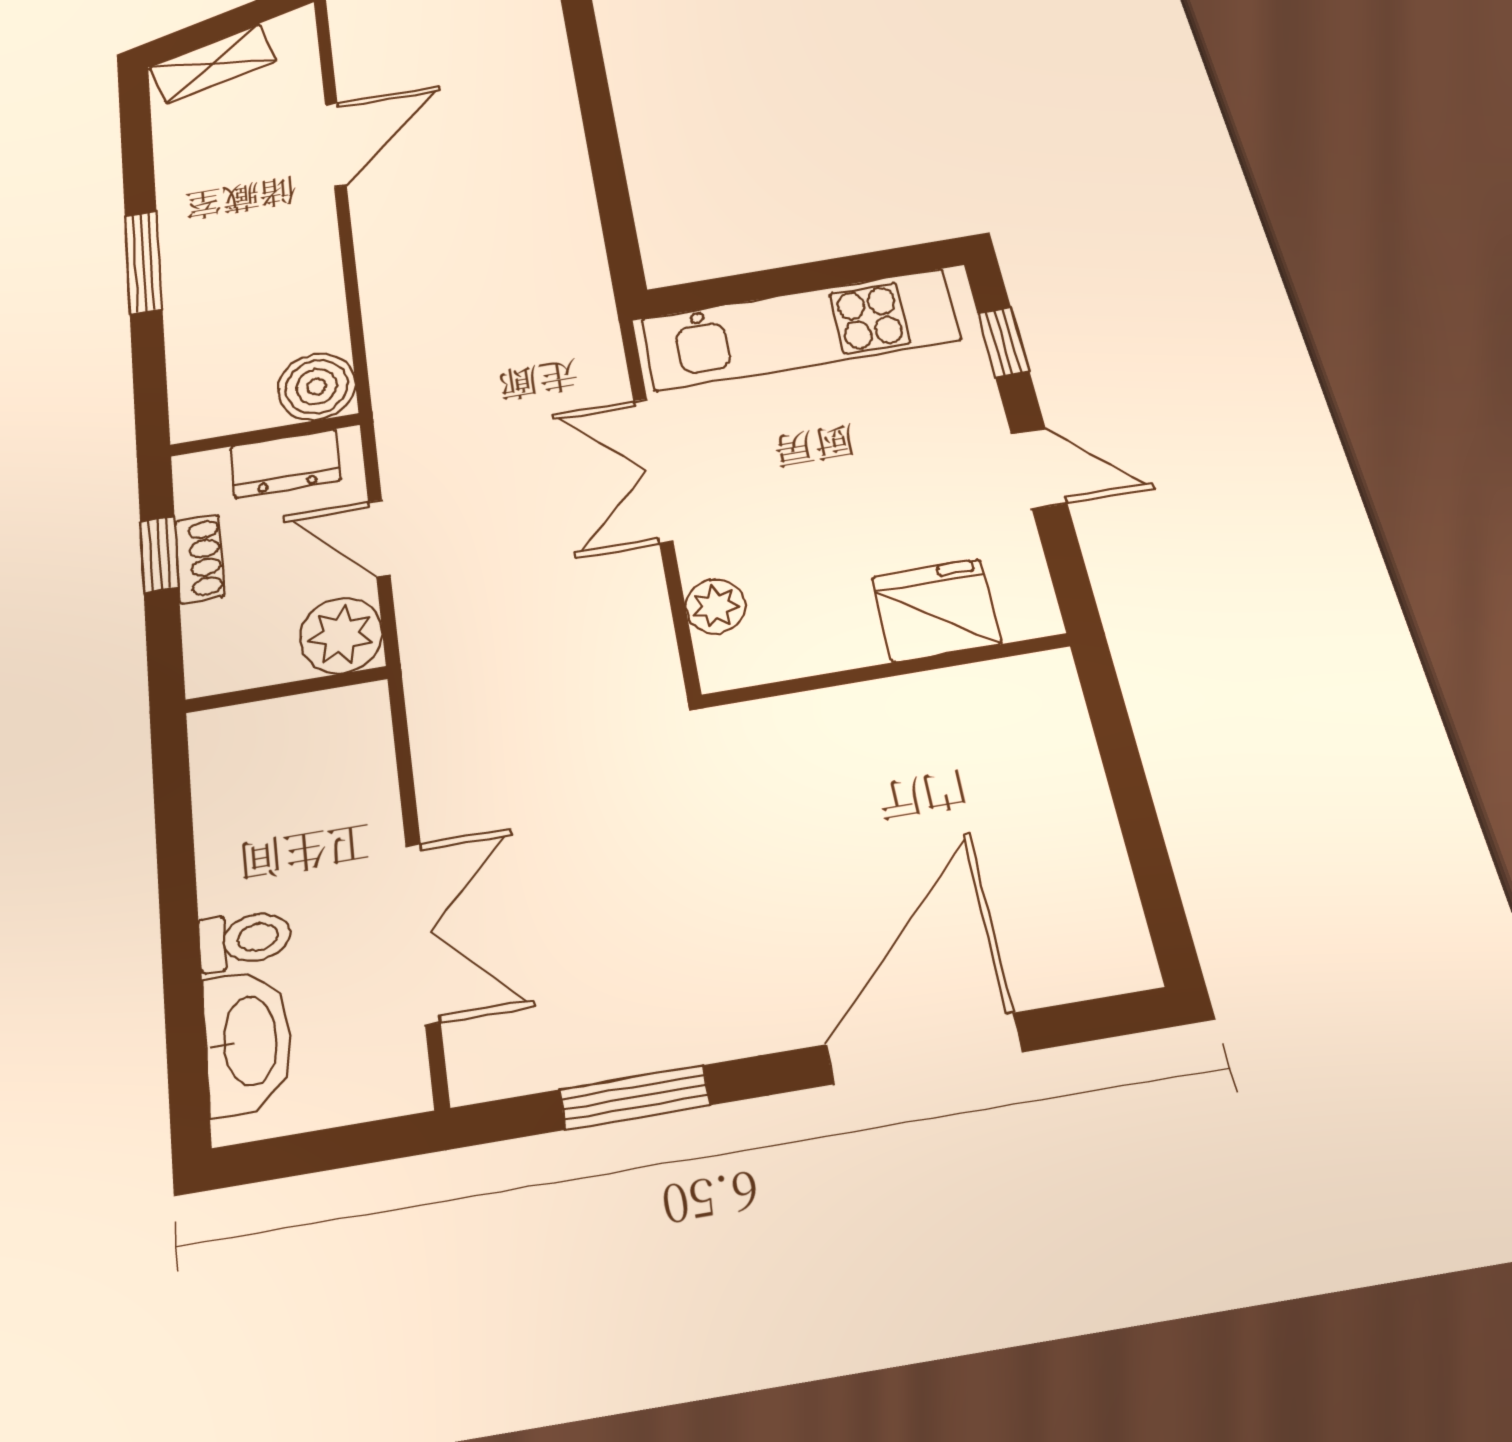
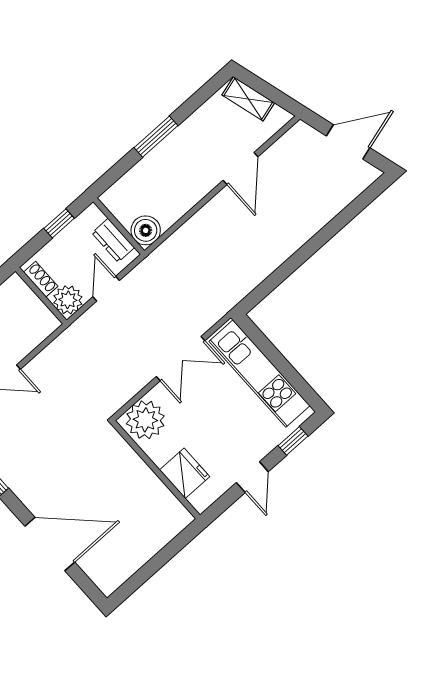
door: (336, 145) -> (241, 169), hinge flipped
double door: (653, 470) -> (181, 359), swing flipped
shoe rack: (199, 559) -> (41, 279), moved, turned -90
plant: (715, 606) -> (145, 420), width x1.87, depth x1.87

